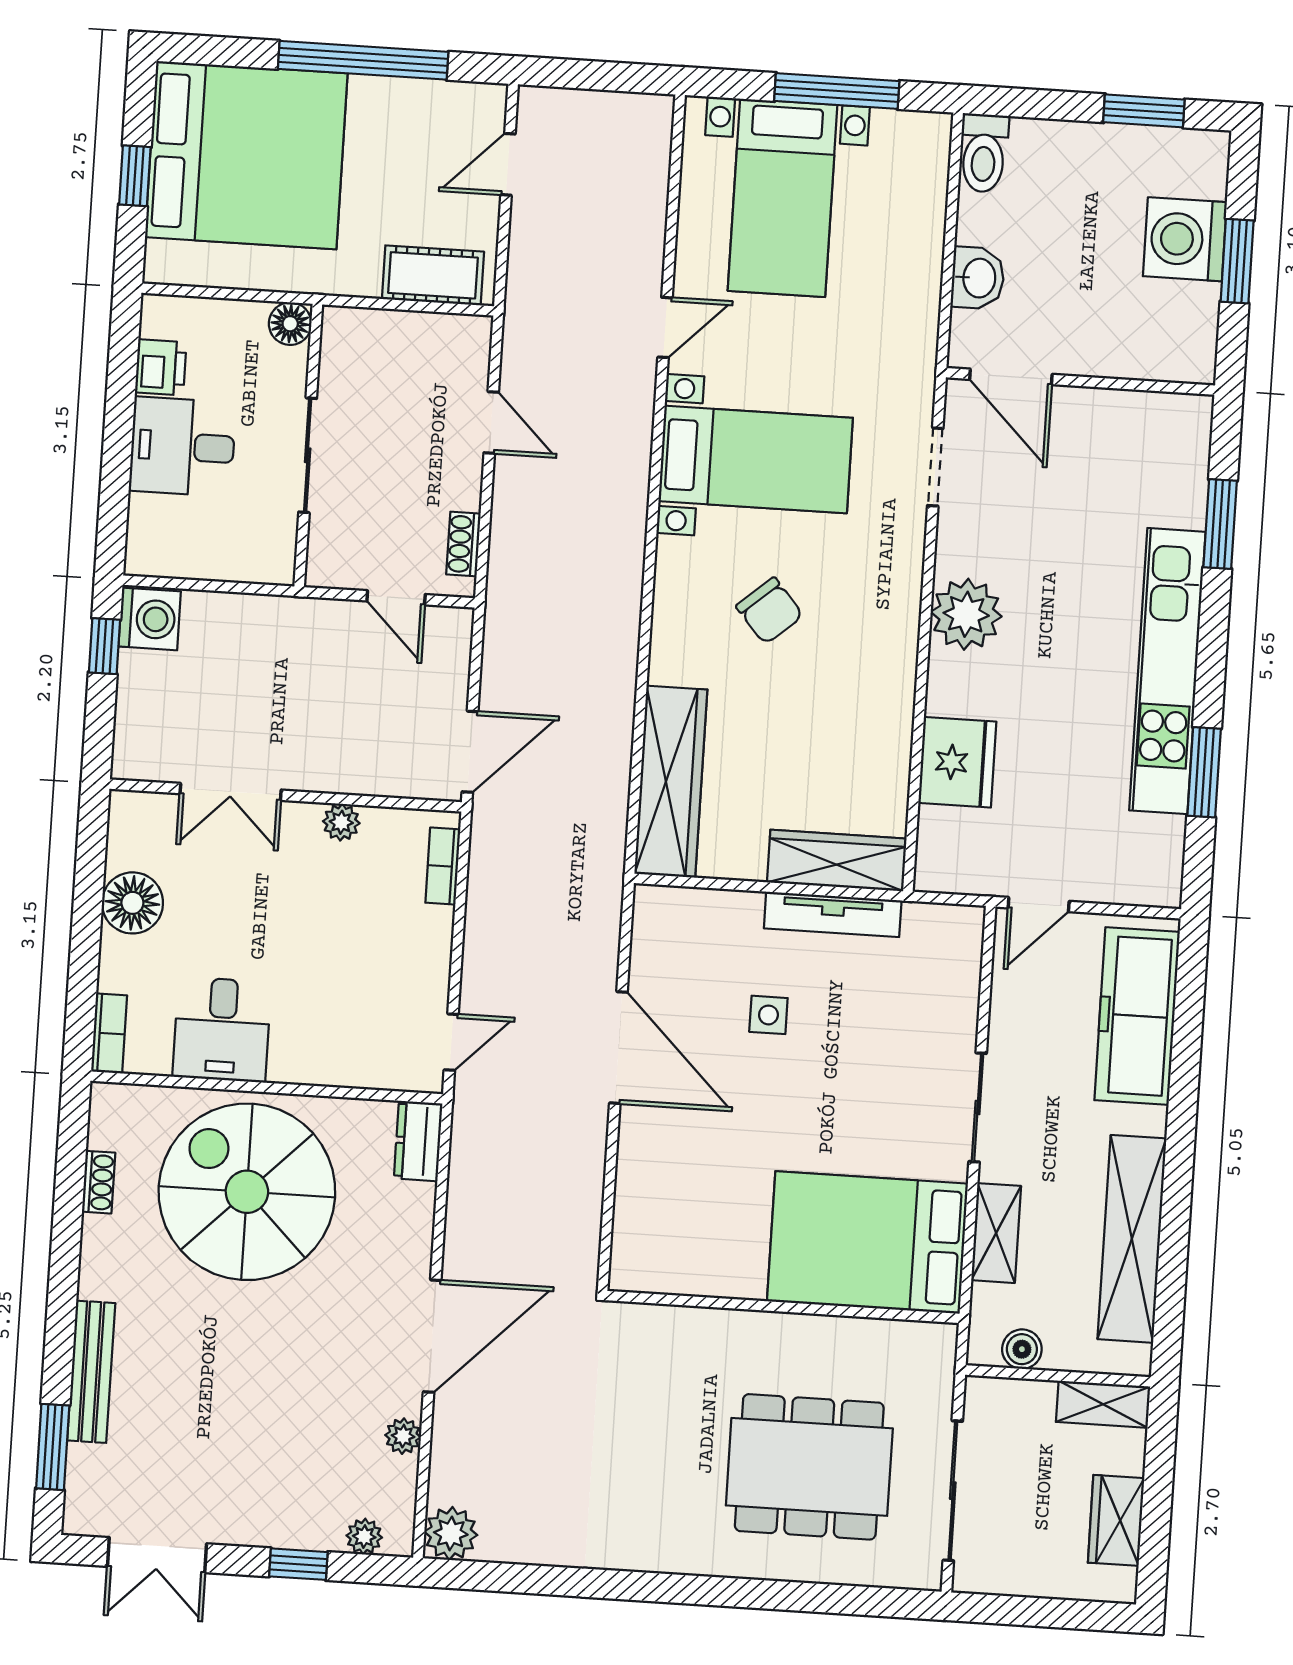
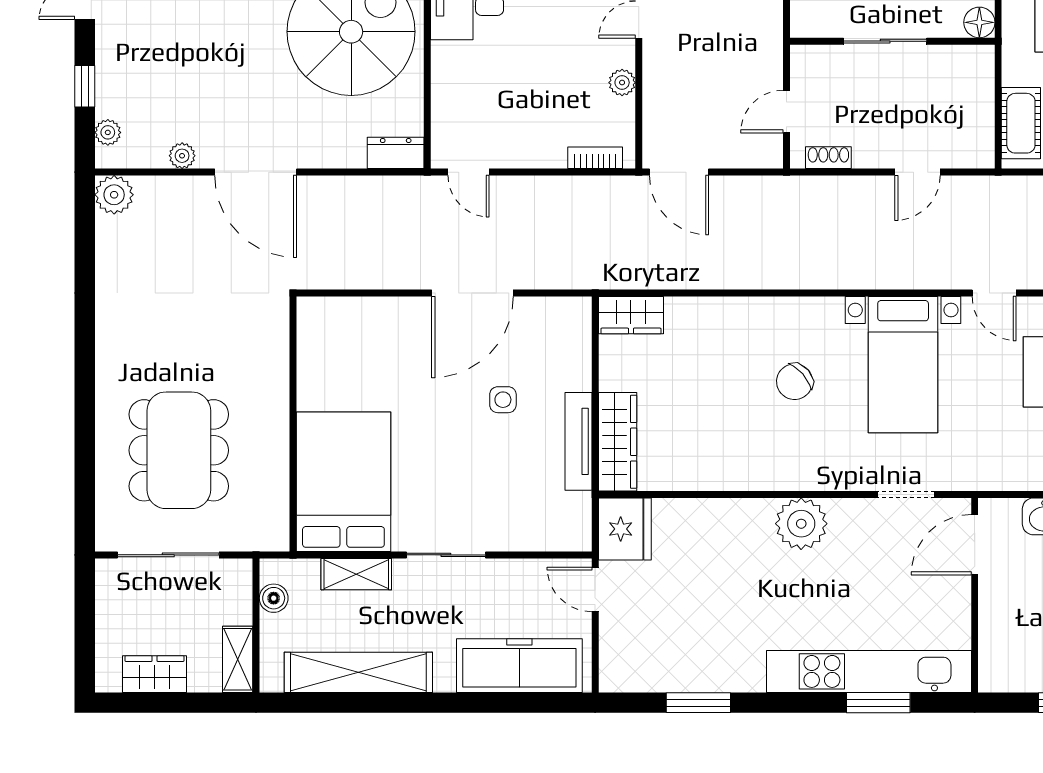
kitchen unit: (1167, 671) -> (869, 671), moved
fridge: (957, 762) -> (625, 529), moved, turned -90
wardrobe: (671, 782) -> (631, 315), width x0.48, depth x0.85

